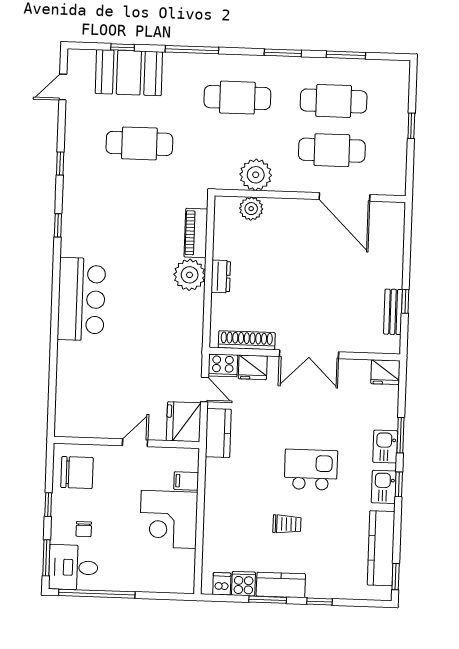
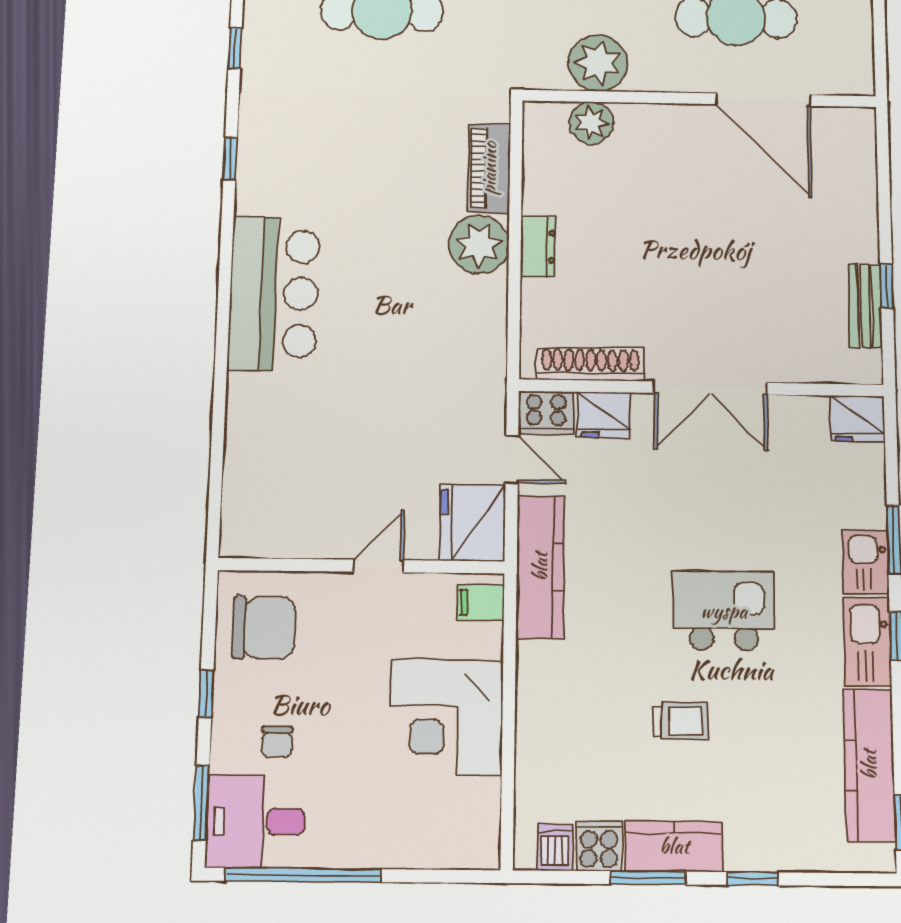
kitchen counter: (218, 433) -> (540, 567), width x1.50
filing cabinet: (186, 481) -> (480, 602), moved
kitchen sink: (384, 487) -> (867, 642), width x1.38

